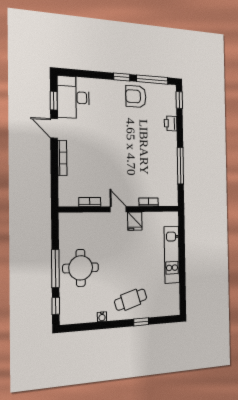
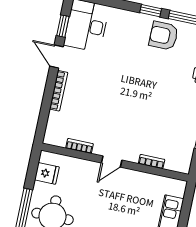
door: (118, 209) -> (112, 162), swing flipped
fridge: (135, 221) -> (47, 173), moved, turned -90

